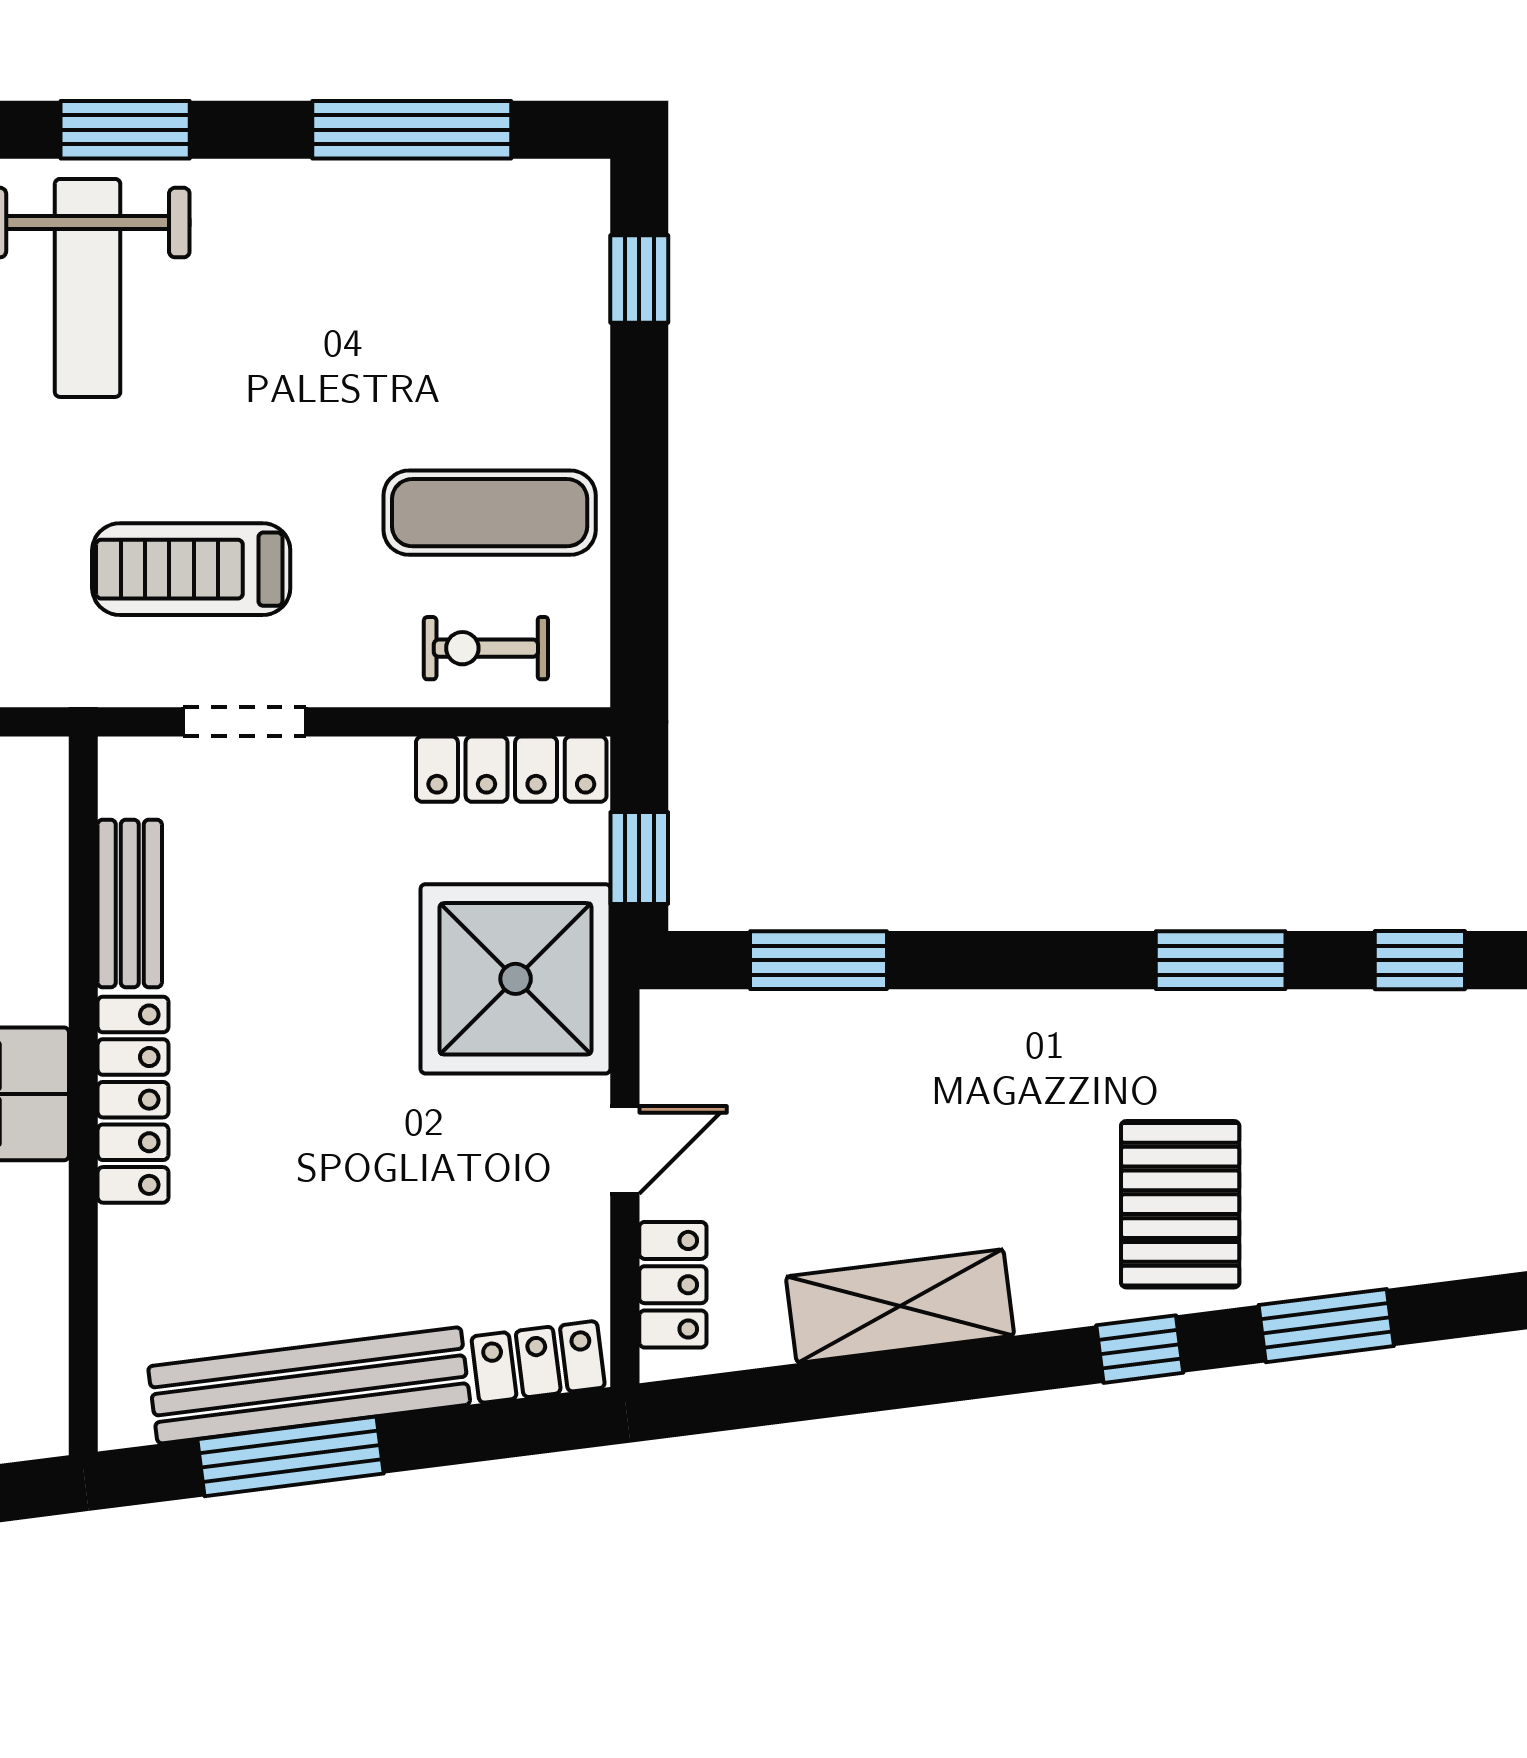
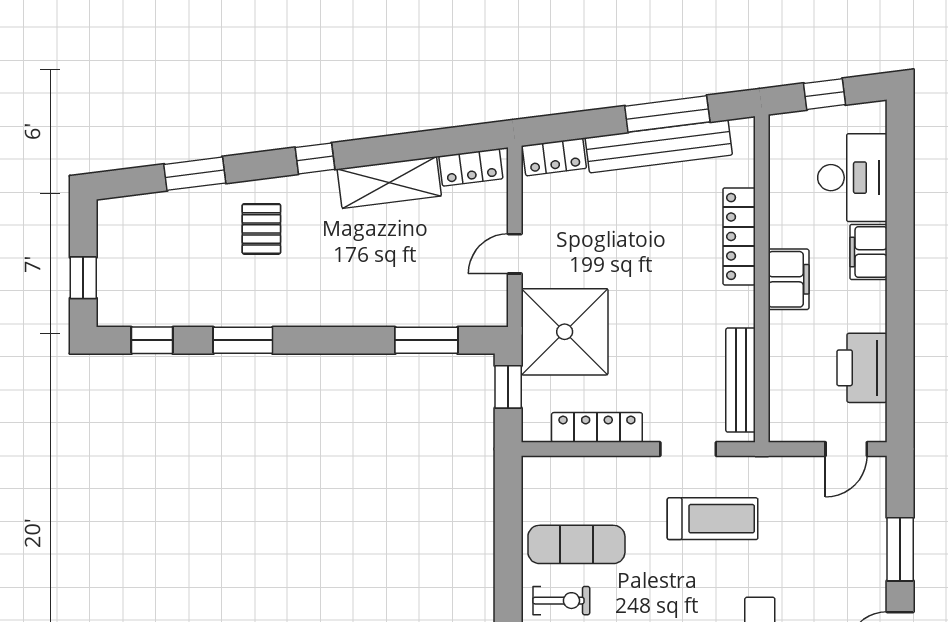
exercise bike: (486, 648) -> (561, 601), moved
locker: (511, 769) -> (597, 427), moved
bench: (130, 903) -> (741, 380), width x1.36
locker: (133, 1100) -> (739, 236), moved
pallet: (1180, 1204) -> (261, 229), width x0.67, depth x0.71
locker: (673, 1285) -> (471, 167), moved, turned -97
window: (1140, 1349) -> (315, 158), moved

